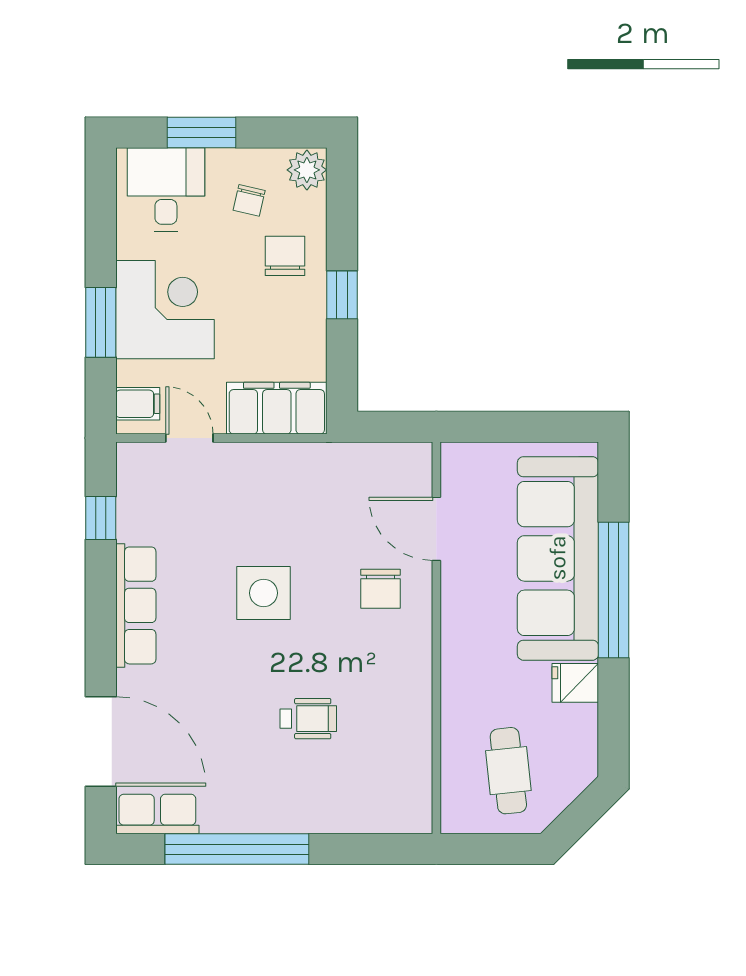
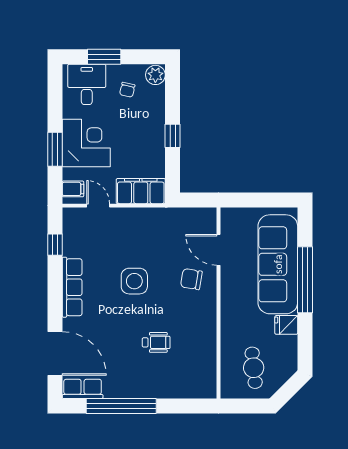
chair: (285, 256) -> (145, 117), removed
chair: (381, 589) -> (191, 279), turned 99

